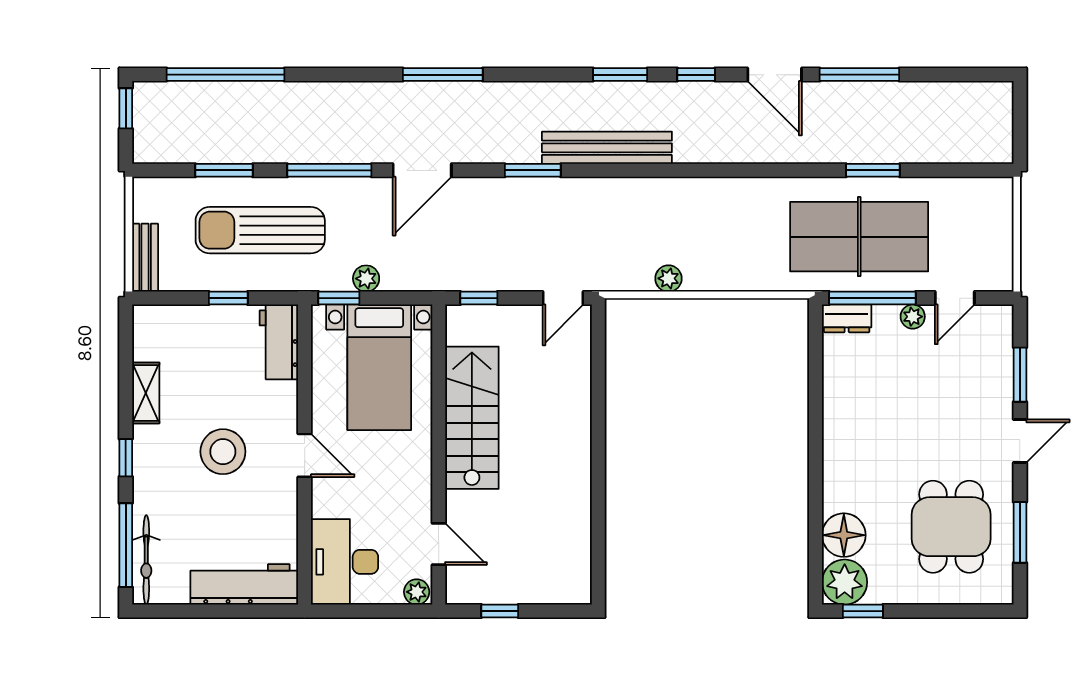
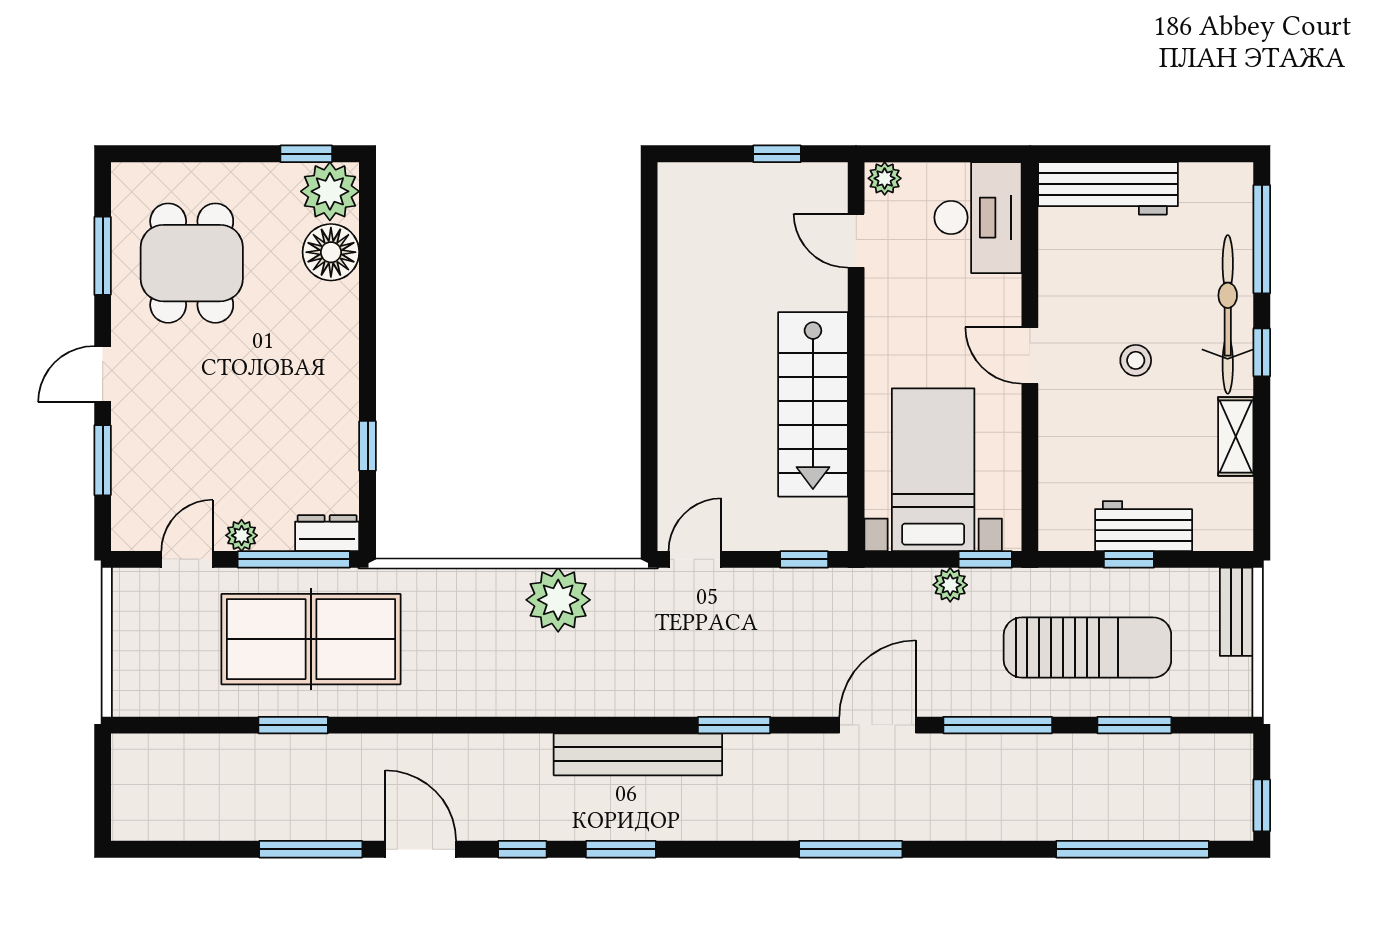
plant: (668, 278) -> (558, 600), width x1.87, depth x1.87
workbench: (279, 342) -> (1144, 526), moved, turned -90
window: (816, 386) -> (368, 446), added
stool: (223, 452) -> (1136, 360), width x0.53, depth x0.53
bicycle: (146, 560) -> (1228, 314), moved, width x1.37, depth x1.40

